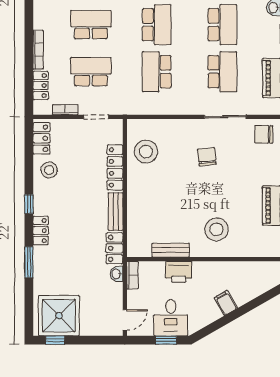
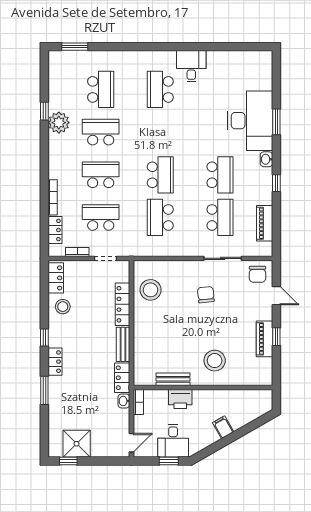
chair: (264, 134) -> (257, 274), turned -91
shower: (59, 316) -> (77, 444), width x0.73, depth x0.73

